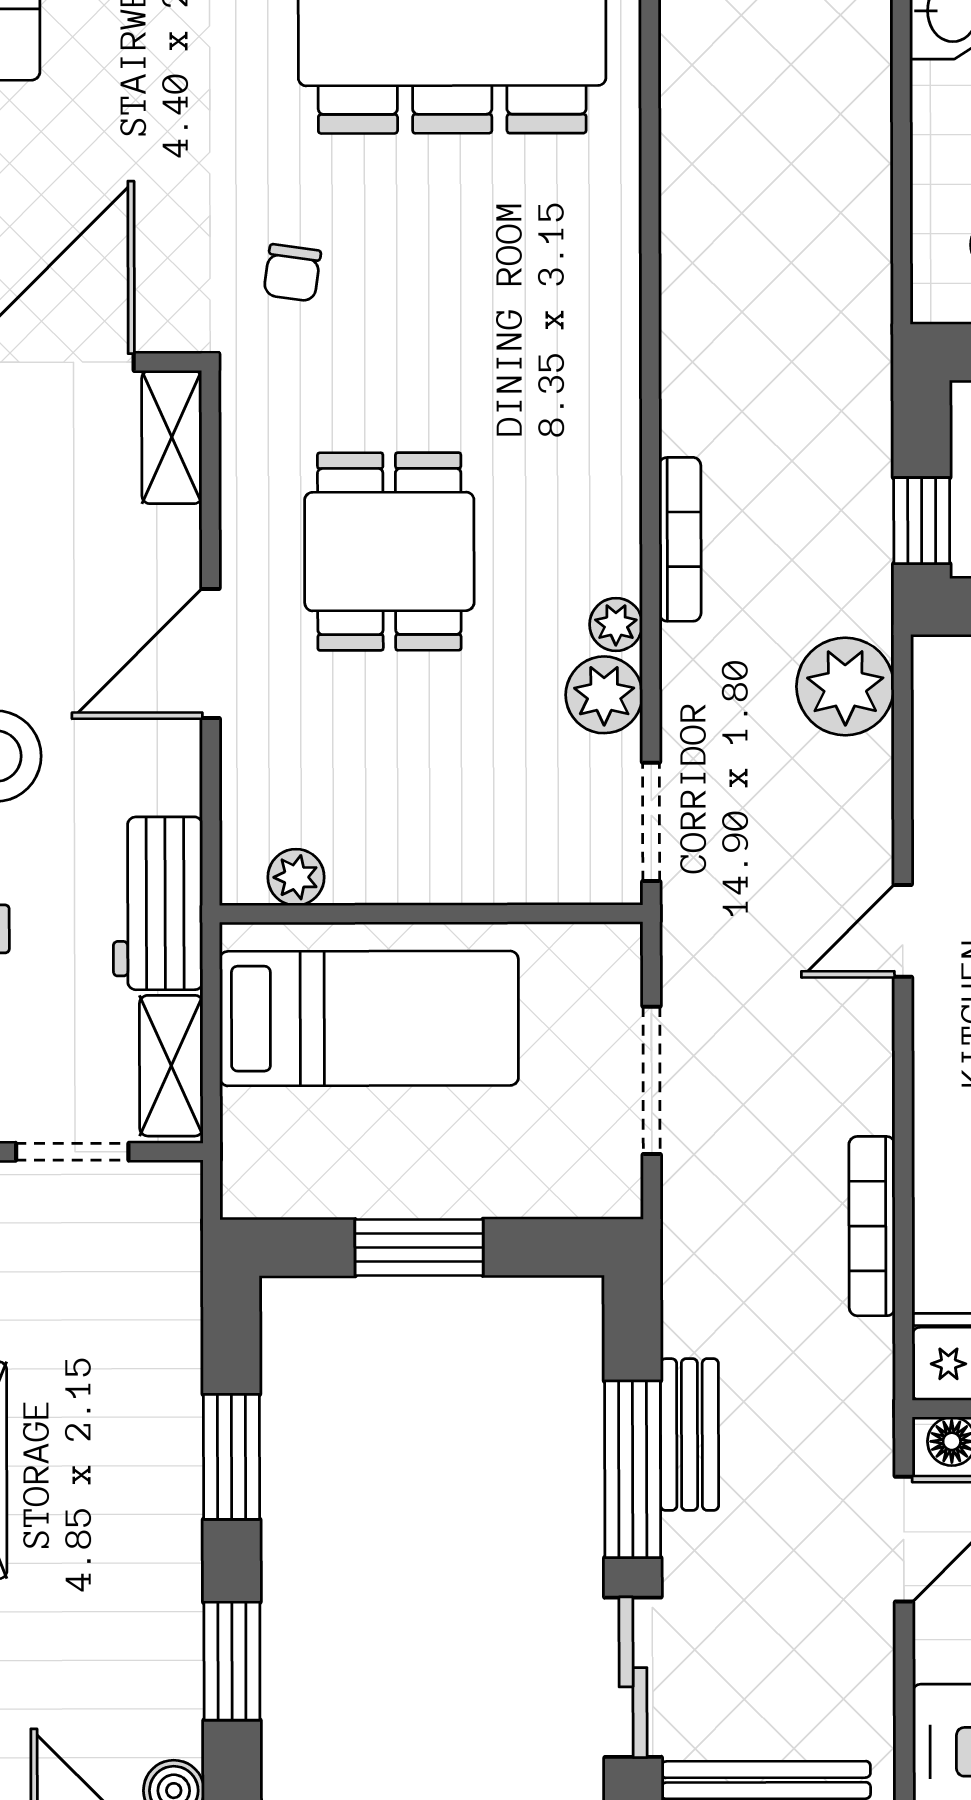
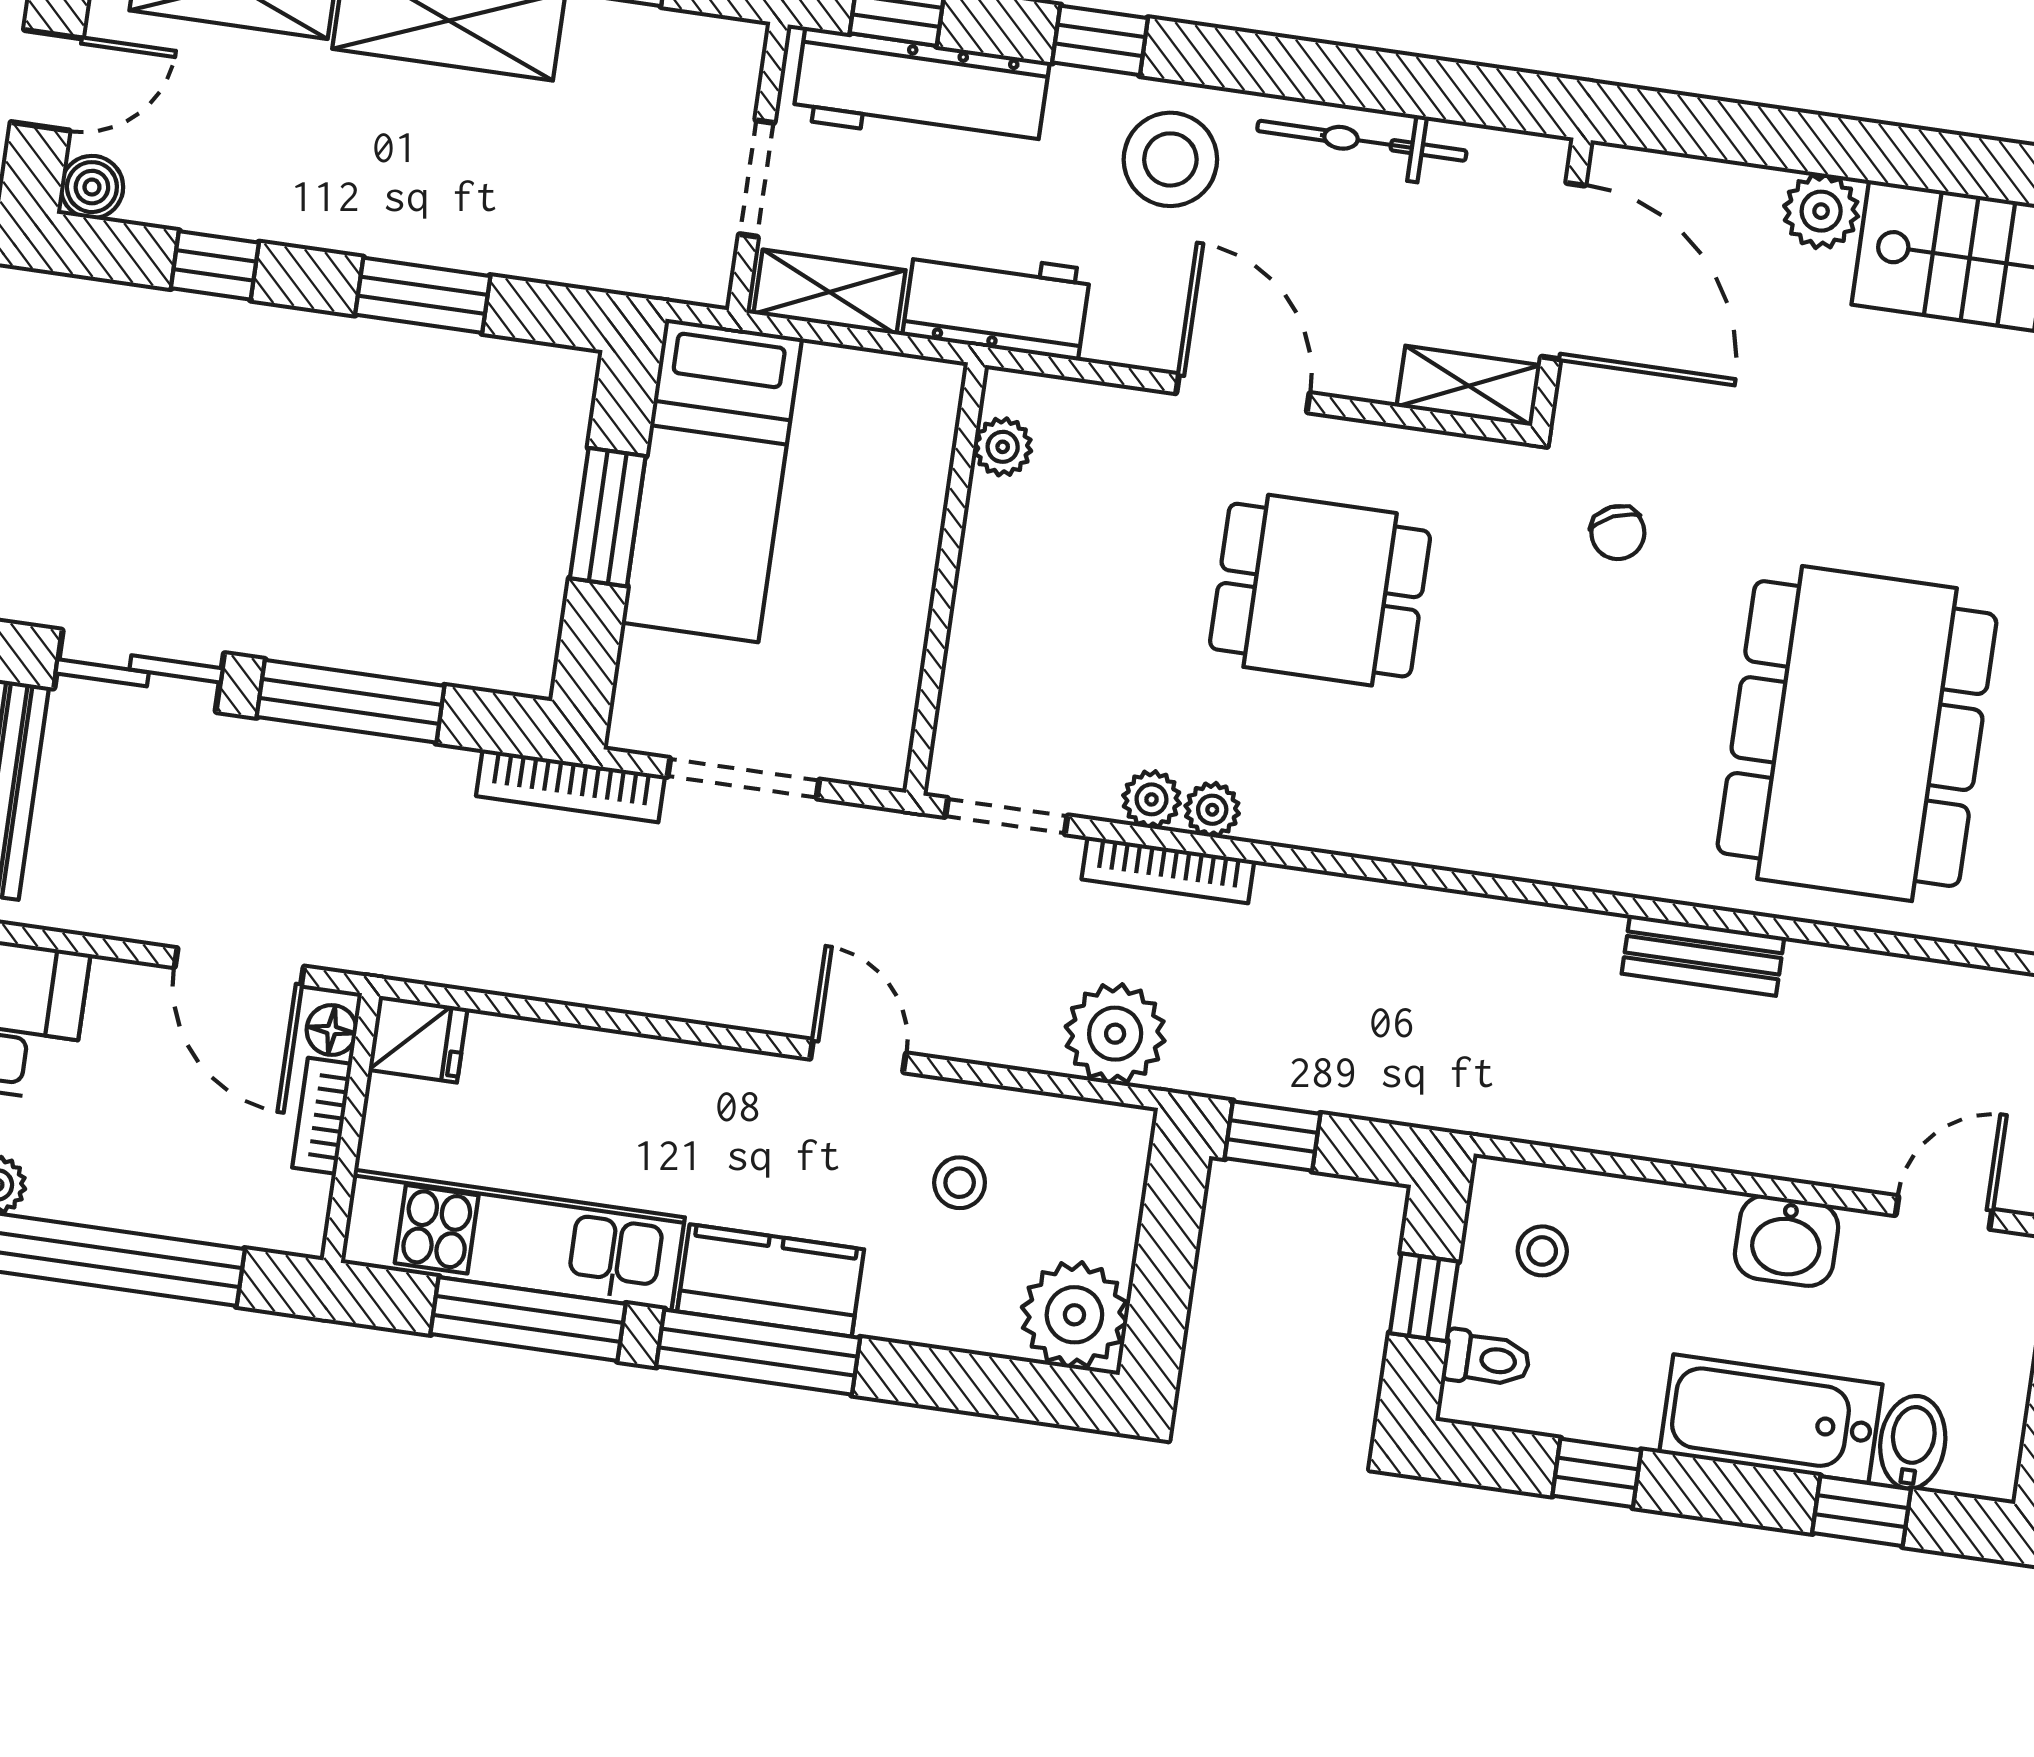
chair: (292, 273) -> (1618, 533), turned -122
bookcase: (680, 539) -> (1168, 870), moved
plant: (604, 695) -> (1151, 799), width x0.73, depth x0.73
bed: (369, 1018) -> (712, 480), moved
bookcase: (872, 1226) -> (570, 786), moved, turned 180
bench: (689, 1435) -> (1703, 955), moved
window: (232, 1661) -> (215, 265), width x0.67

